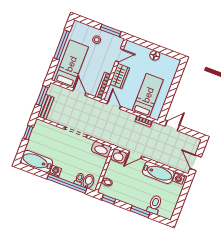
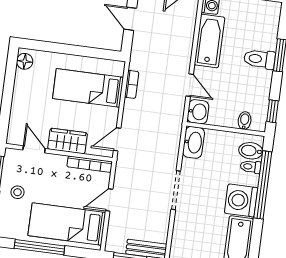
floor lamp: (155, 55) -> (25, 61), moved
door: (172, 126) -> (130, 19), moved
washing machine: (55, 171) -> (241, 200), width x1.89, depth x1.89
toilet: (155, 205) -> (260, 59), moved

